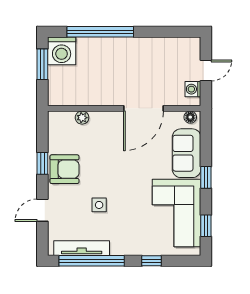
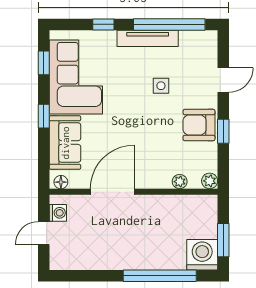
plant: (55, 118) -> (210, 181), added
tv unit: (82, 248) -> (148, 38), moved

